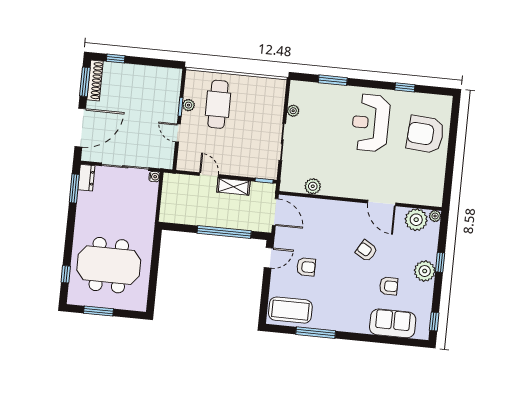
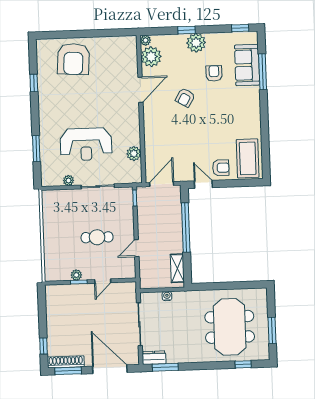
cafe table: (218, 104) -> (97, 237), moved, width x0.73, depth x0.74
reception desk: (371, 123) -> (86, 144), moved
water cooler: (154, 177) -> (167, 296), moved
shelving: (233, 187) -> (177, 268), moved
armchair: (306, 267) -> (221, 168), moved, turned 90
window: (316, 333) -> (263, 72), moved

